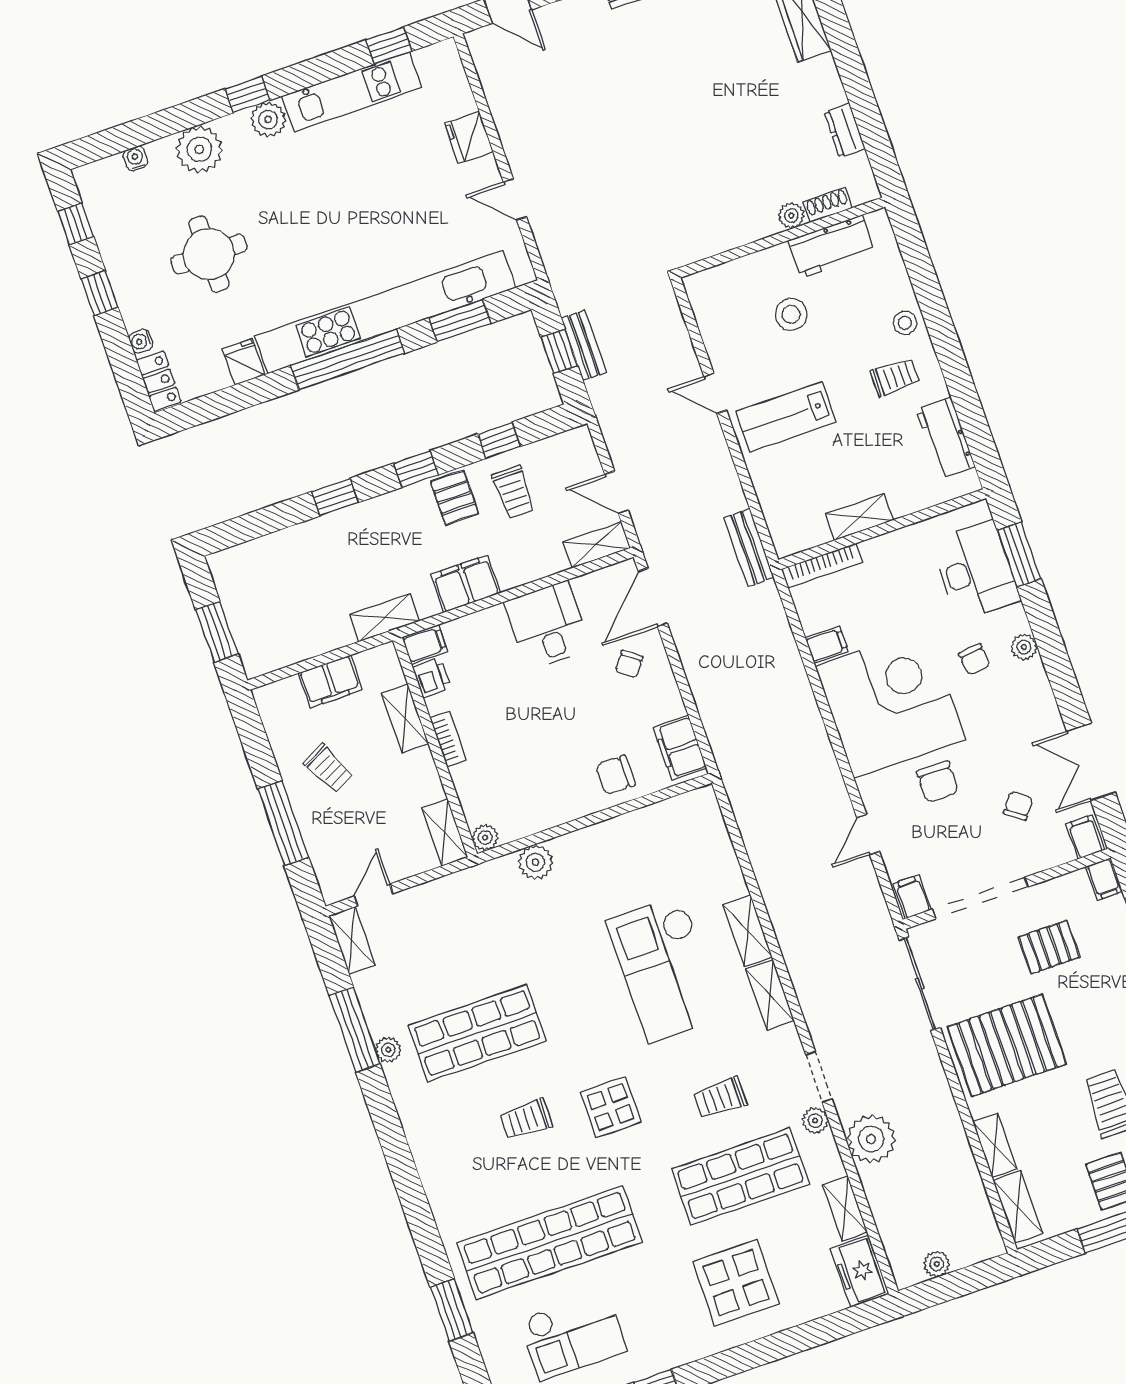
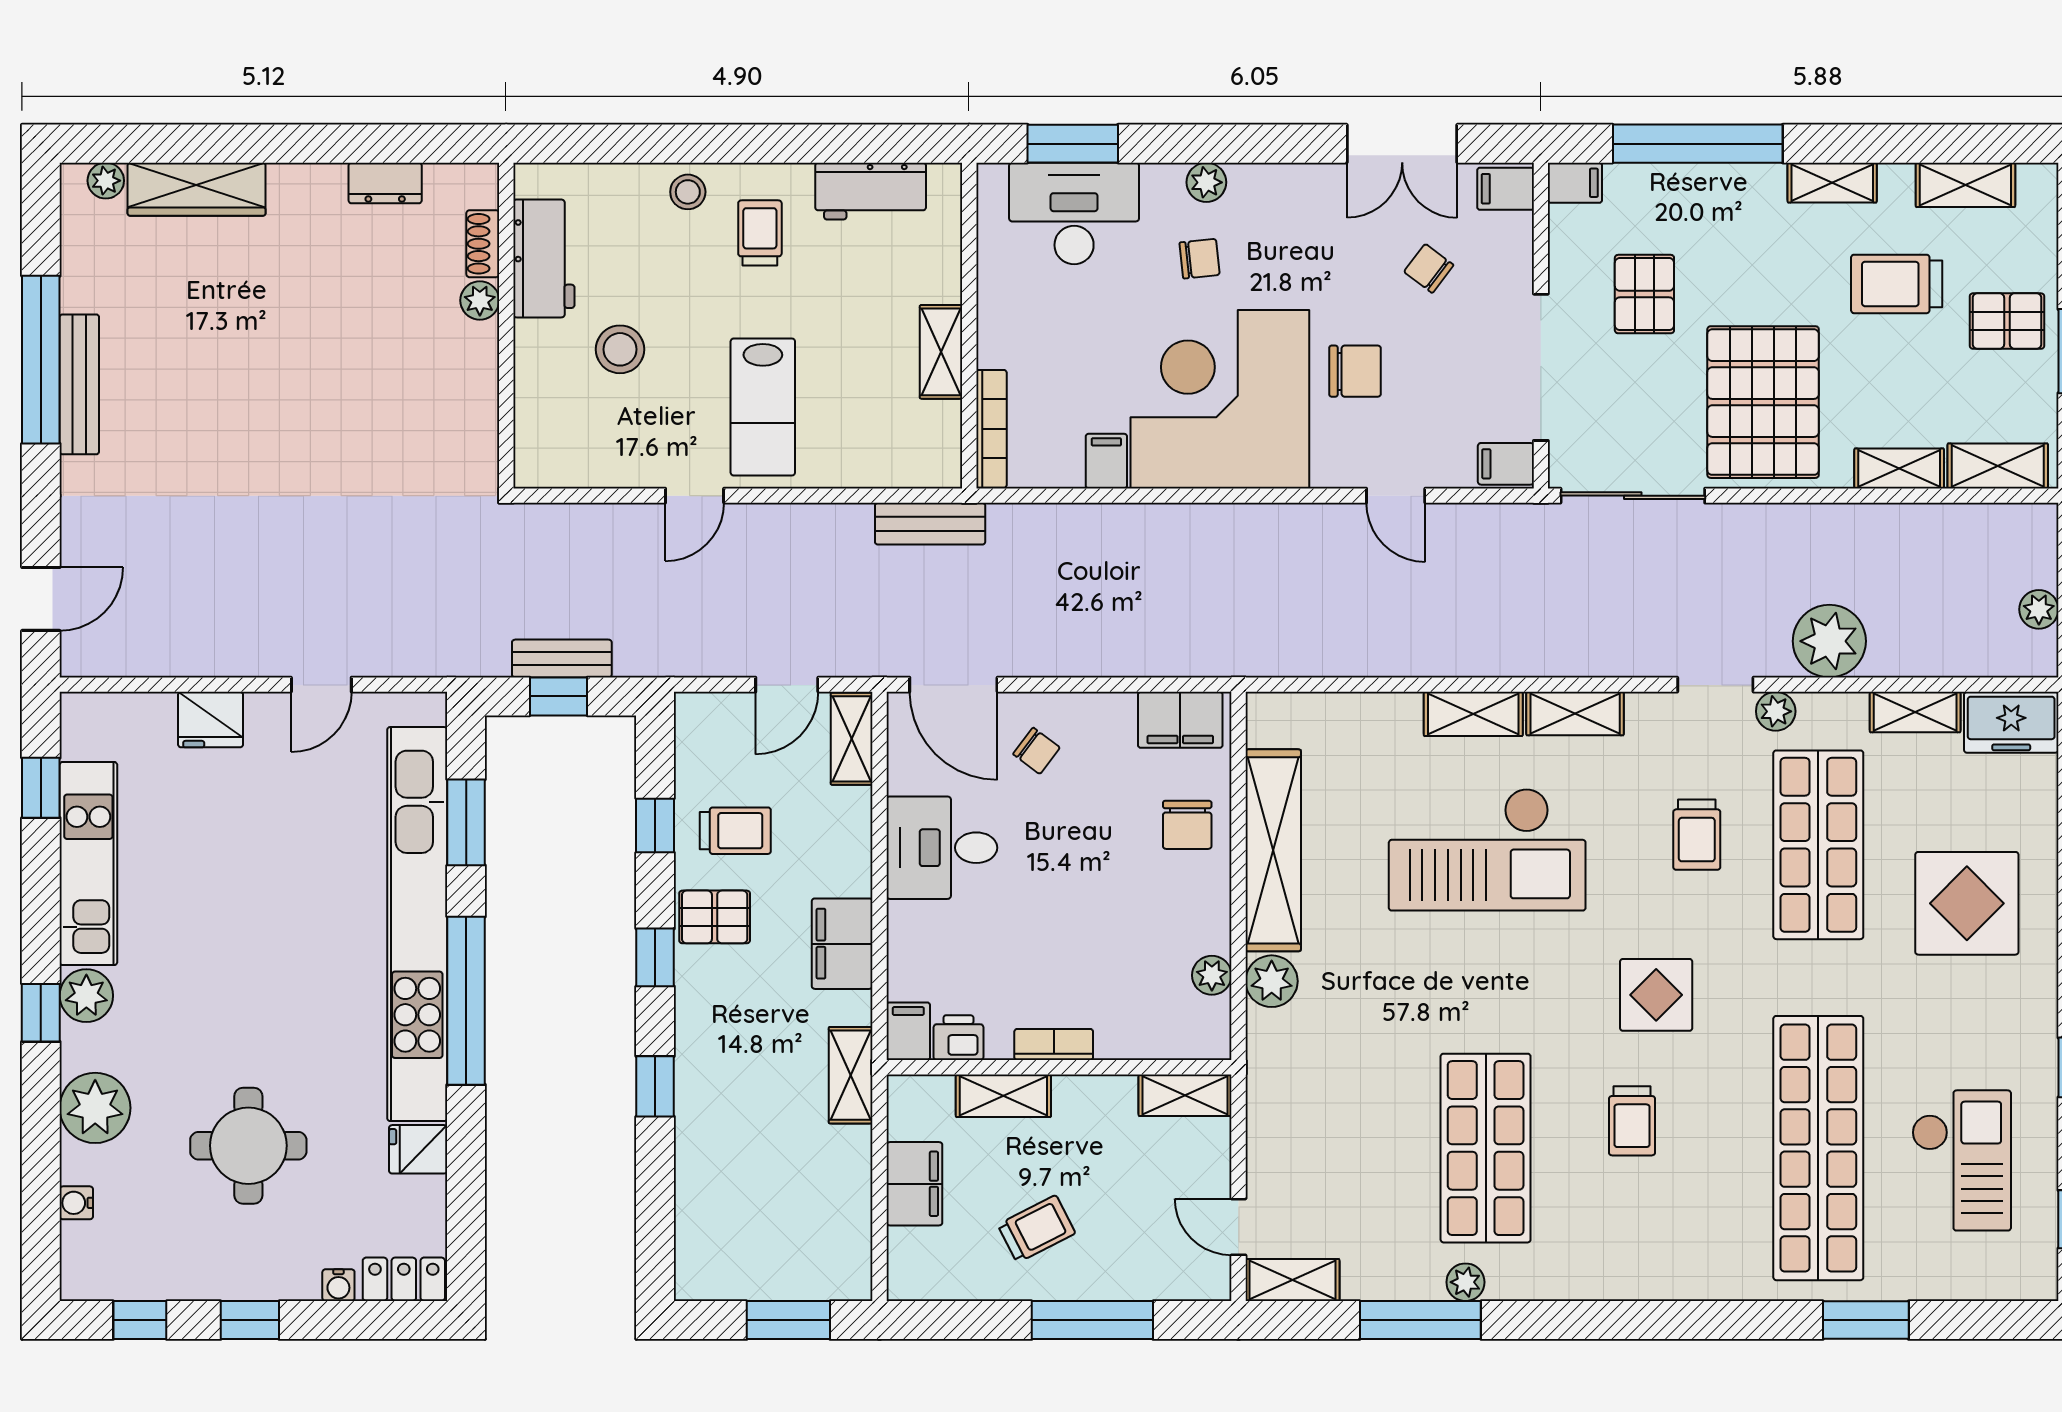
shelving: (618, 835) -> (1273, 850), added
plant: (485, 838) -> (1212, 975), moved

